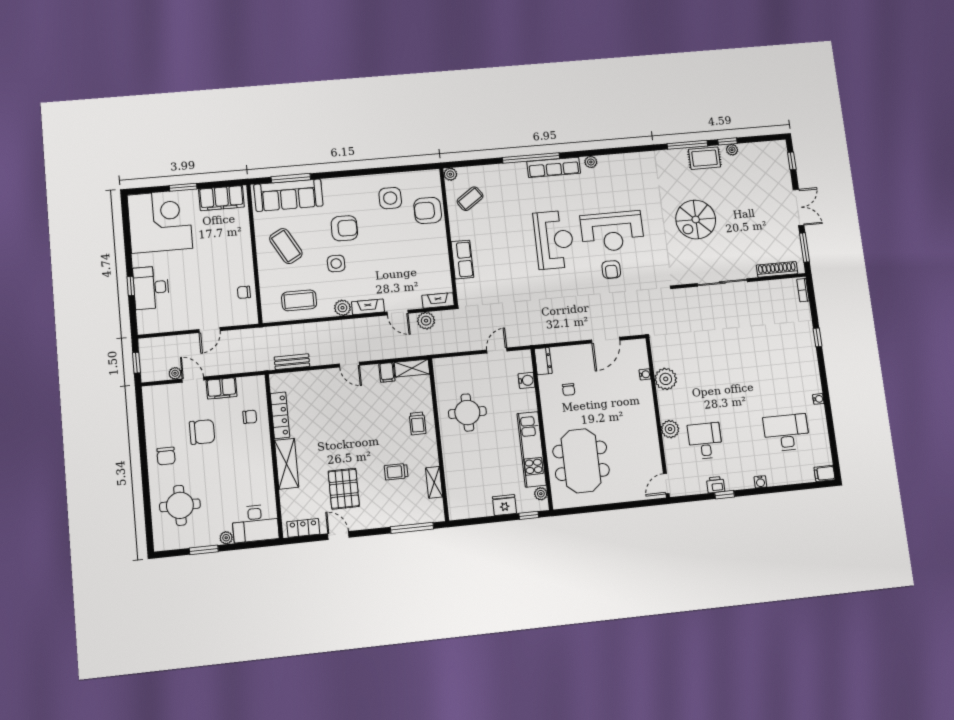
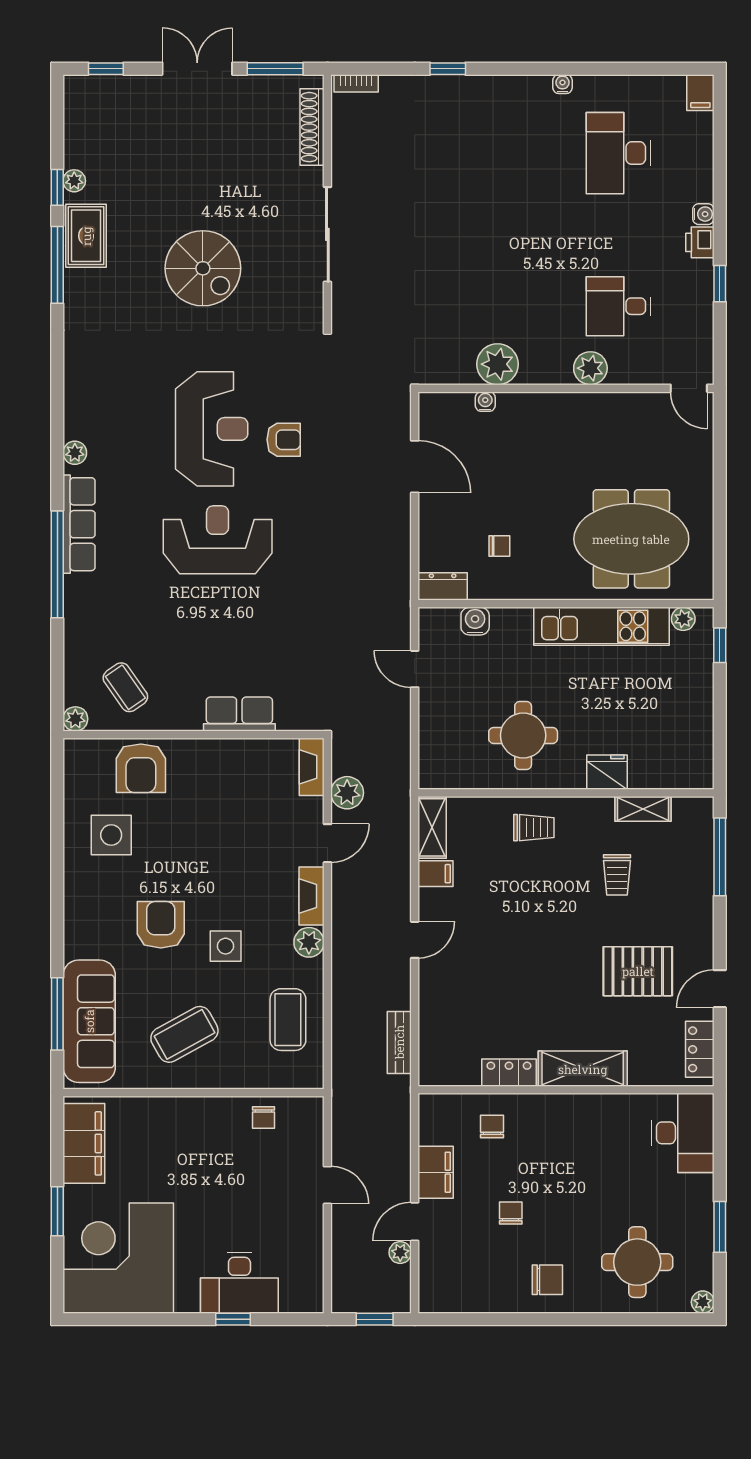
locker: (280, 415) -> (509, 1073), width x0.66
chair: (202, 432) -> (511, 1213), width x0.54, depth x0.54
printer: (716, 485) -> (700, 242), moved
fridge: (504, 505) -> (607, 772), moved, turned 90
plant: (226, 538) -> (703, 1302), moved

